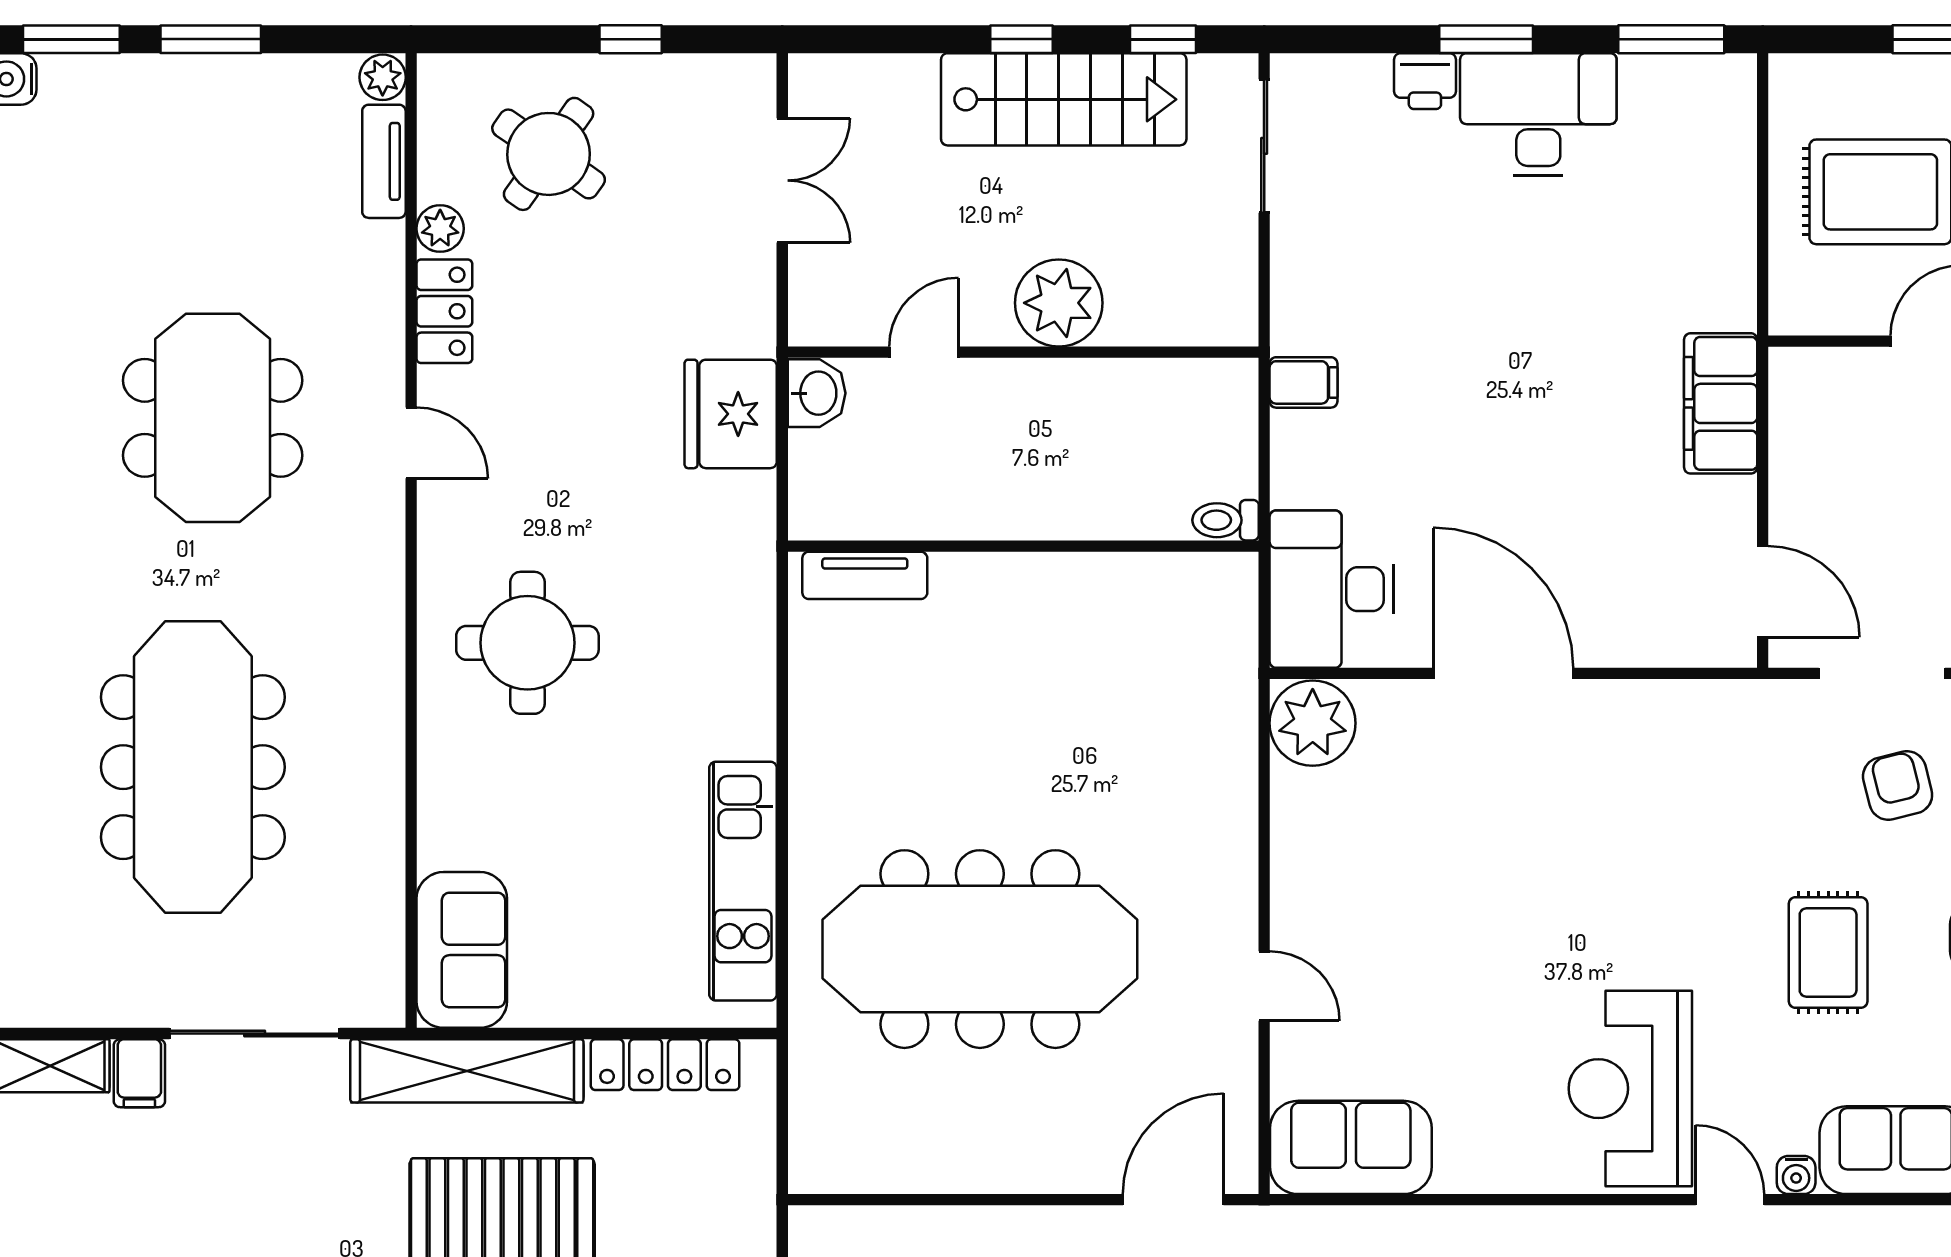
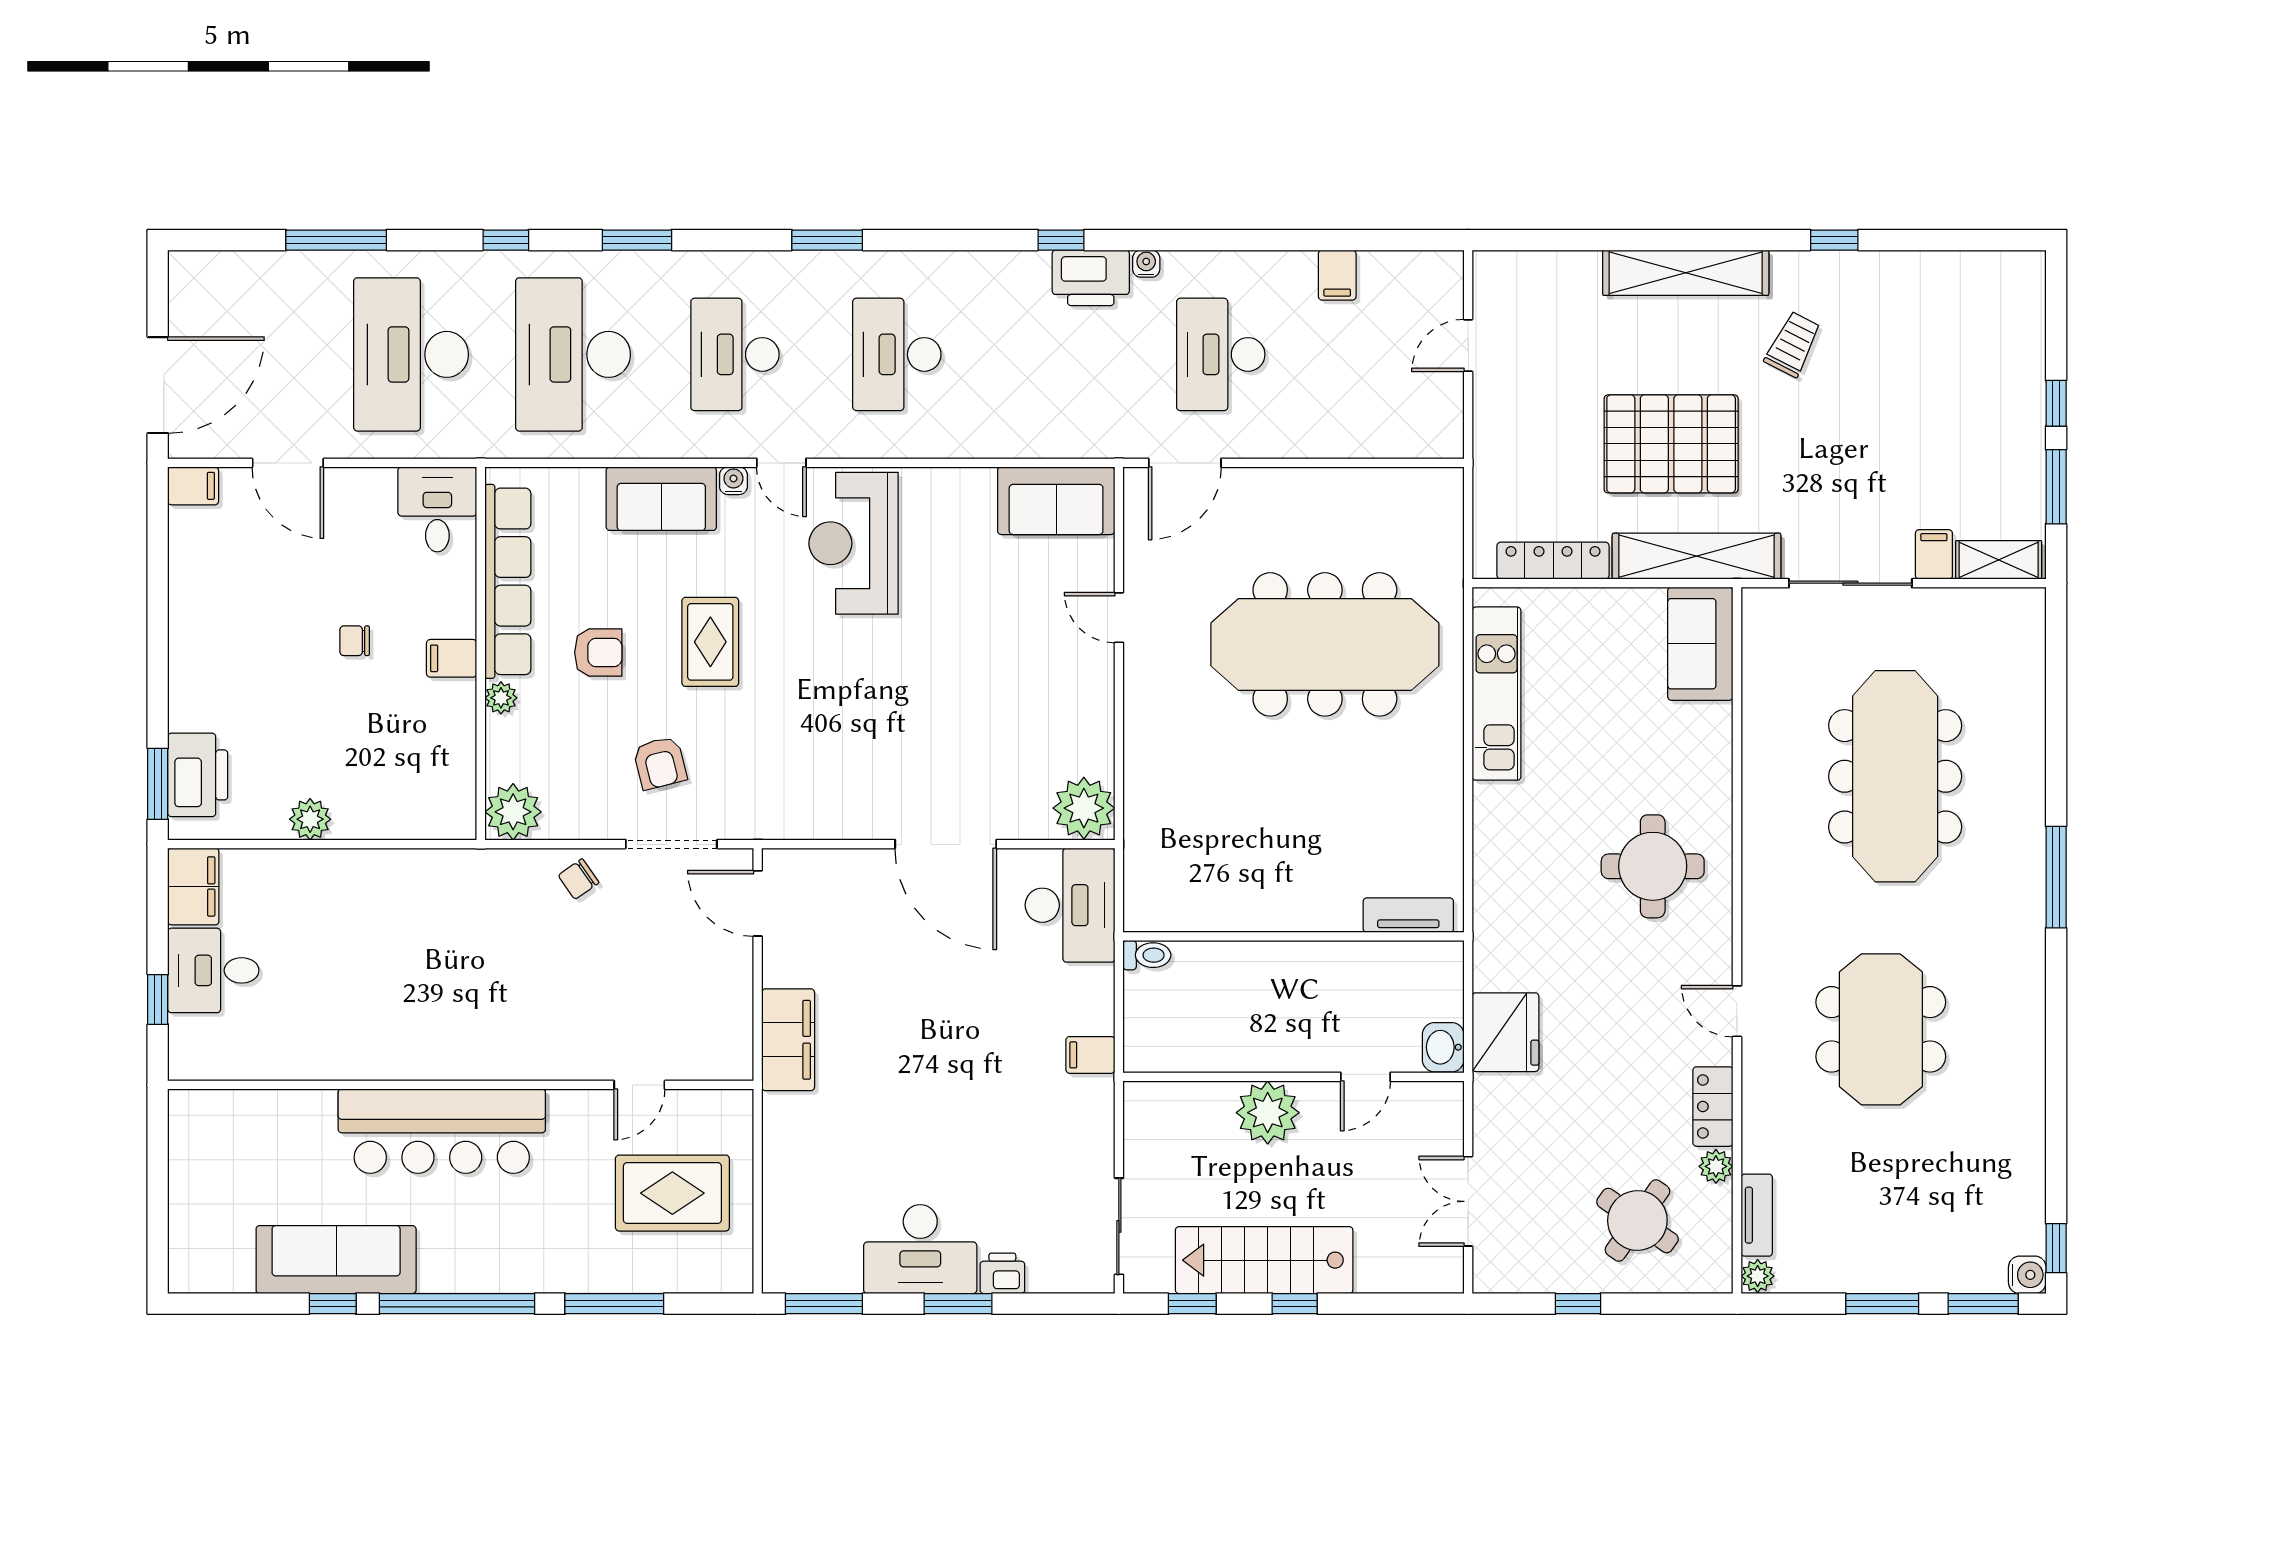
reception desk: (1630, 1089) -> (854, 543), turned 180

